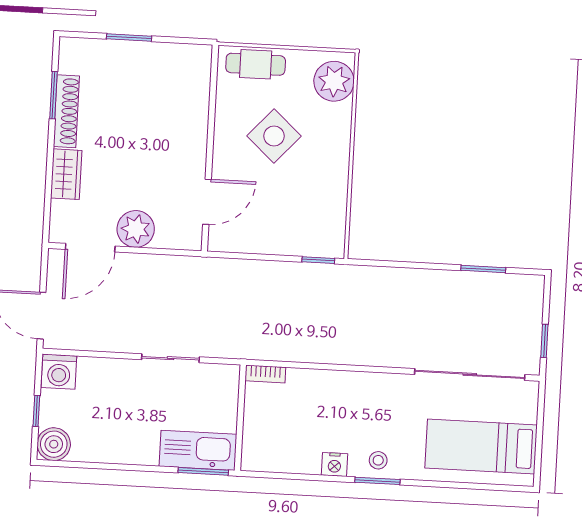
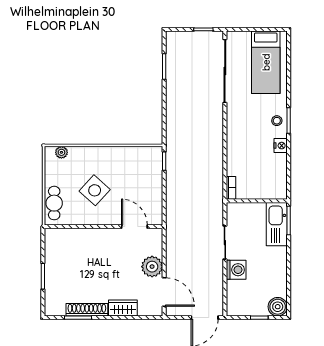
plant: (334, 81) -> (61, 152), width x0.53, depth x0.53
washing machine: (59, 372) -> (236, 270), moved

